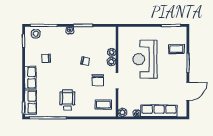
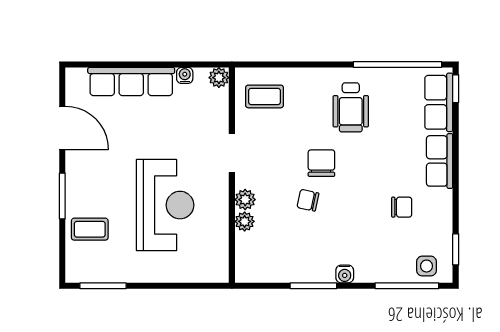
chair: (98, 80) -> (321, 163), moved
door: (188, 91) -> (62, 128), swing flipped

